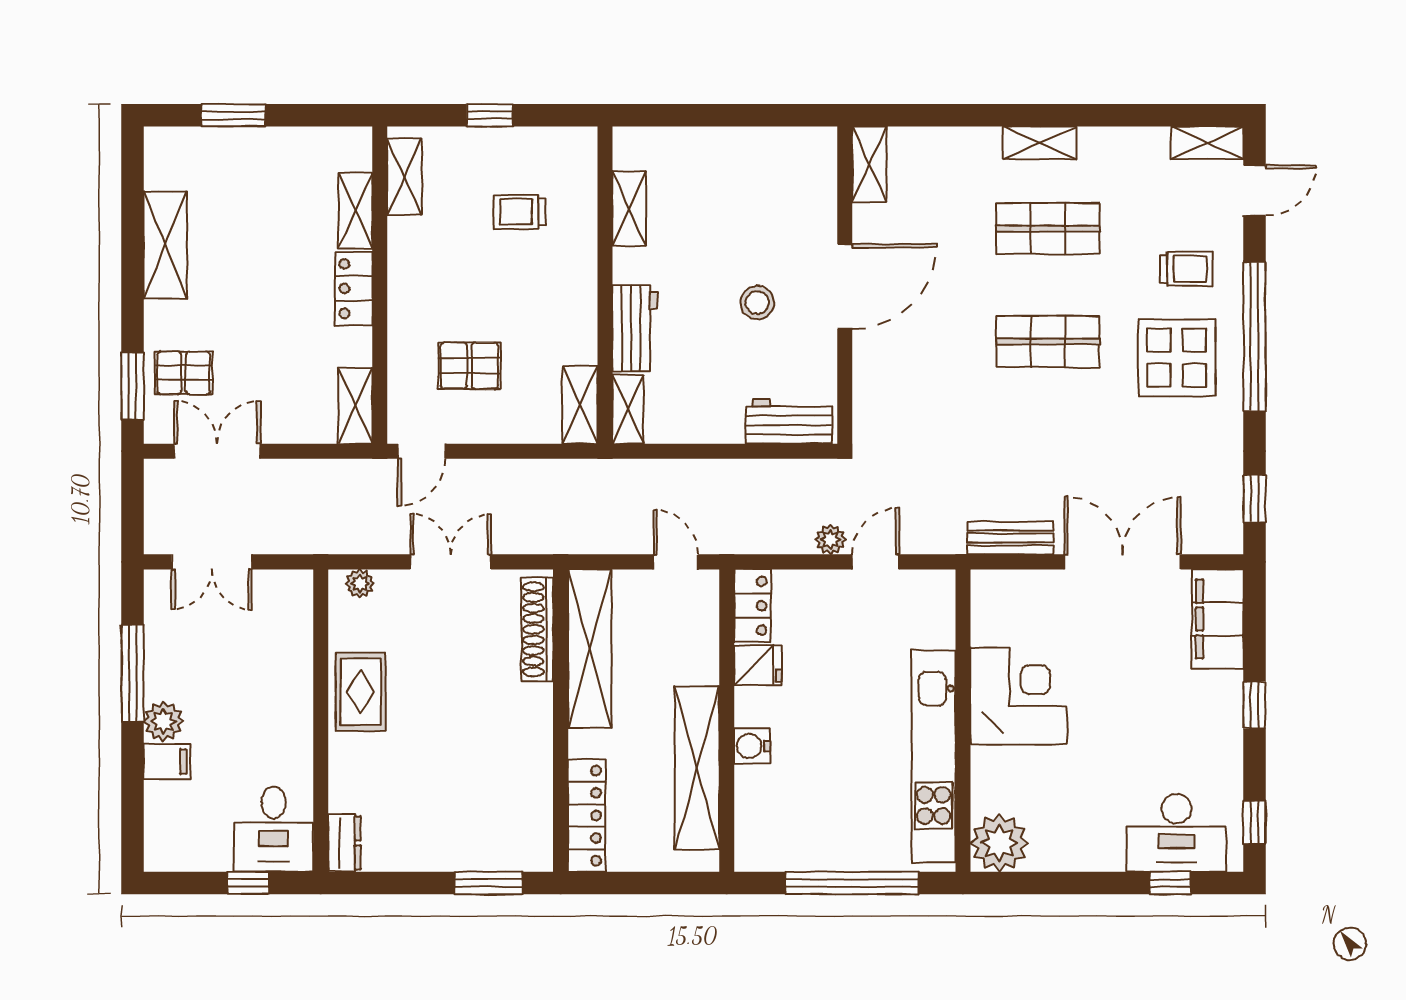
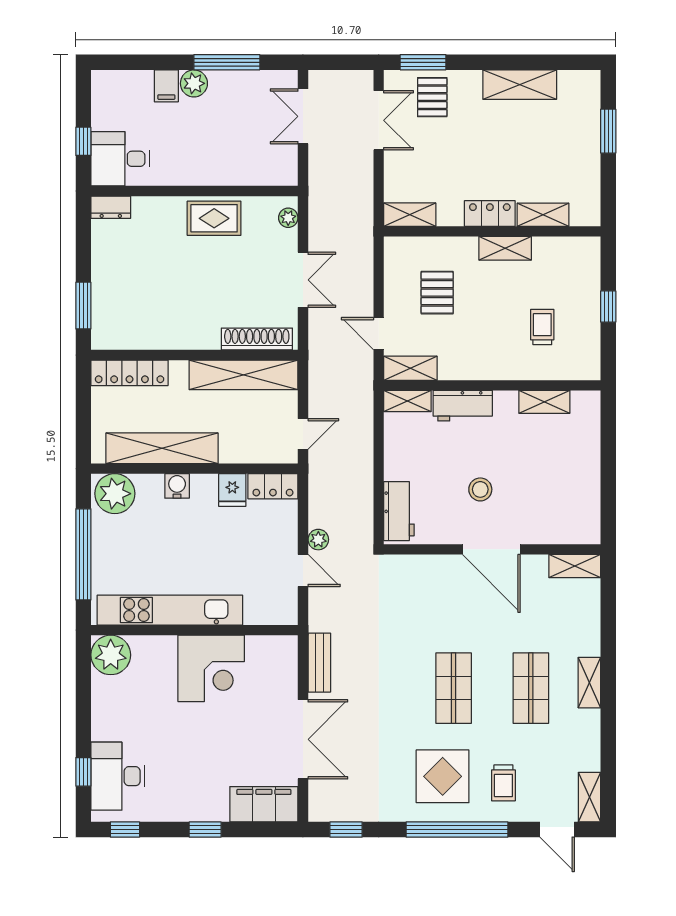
shelving: (404, 177) -> (505, 248), moved
door: (421, 451) -> (379, 334), moved
plant: (763, 837) -> (115, 494), added

